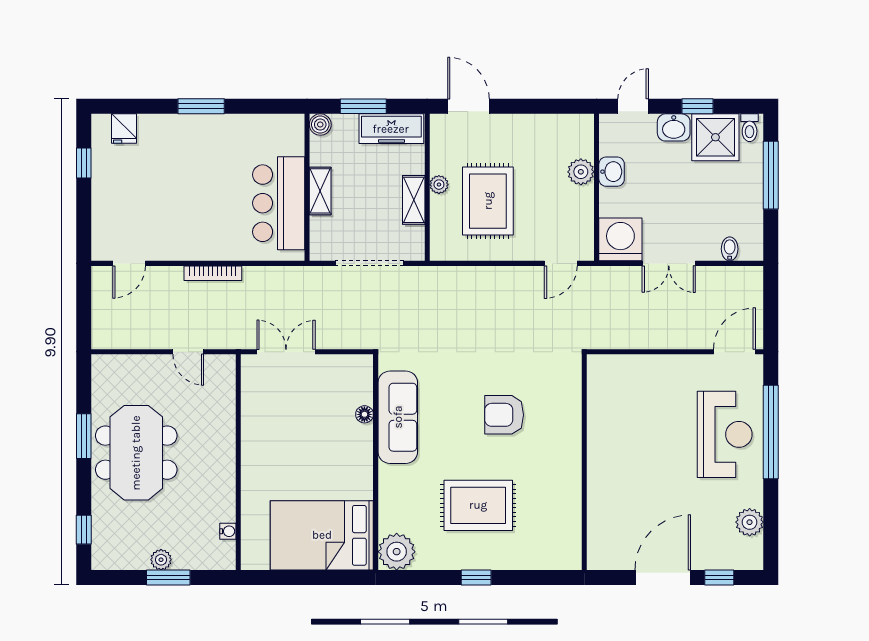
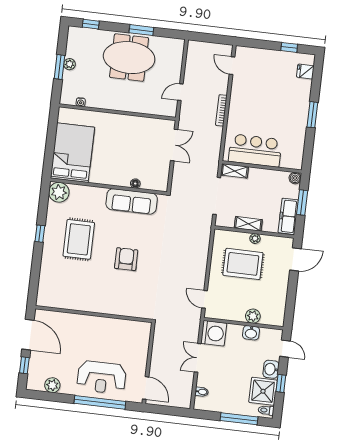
shelving: (320, 191) -> (235, 171), moved
wall: (584, 462) -> (94, 314), moved

